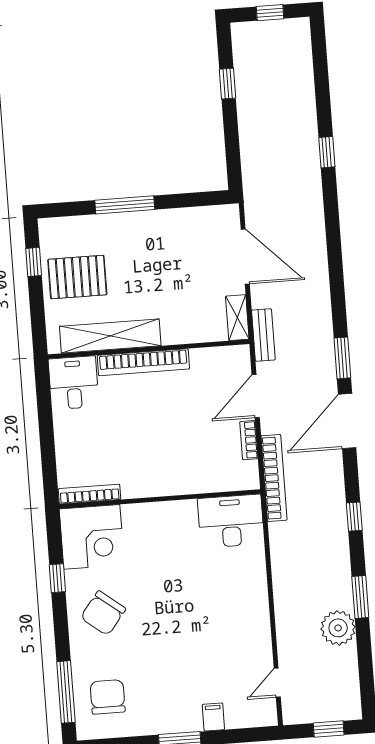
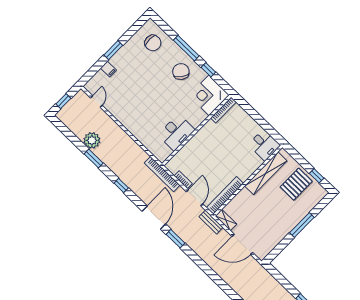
bookcase: (143, 362) -> (225, 195), moved
desk: (231, 521) -> (176, 132), moved
window: (66, 692) -> (186, 48), moved

